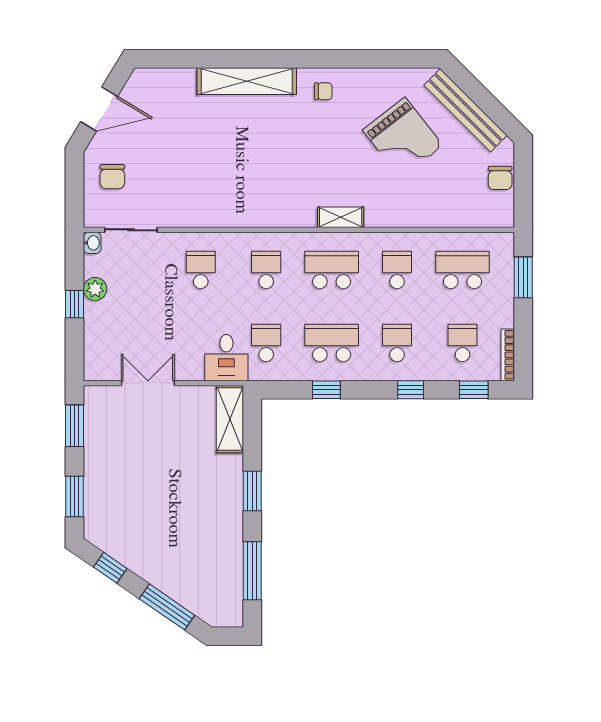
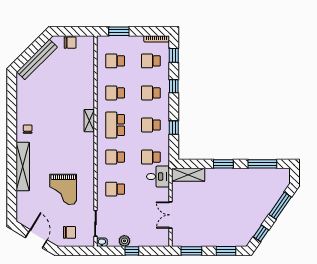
grand piano: (403, 138) -> (63, 189), moved, turned 128
school desk: (463, 270) -> (115, 61), width x0.54
school desk: (332, 343) -> (151, 125), width x0.54

